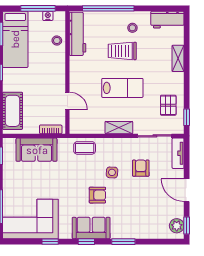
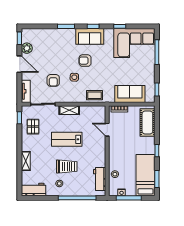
workbench: (78, 34) -> (100, 179), width x0.73
plant: (177, 226) -> (27, 48), moved

